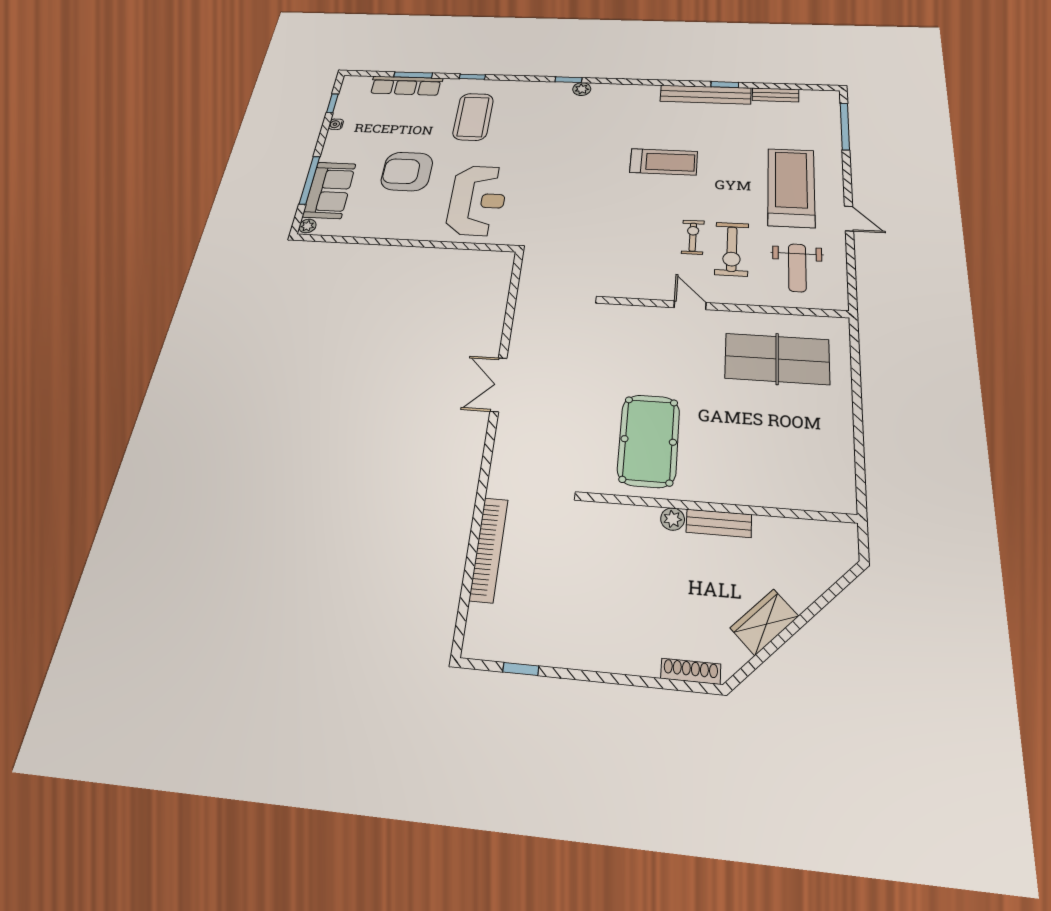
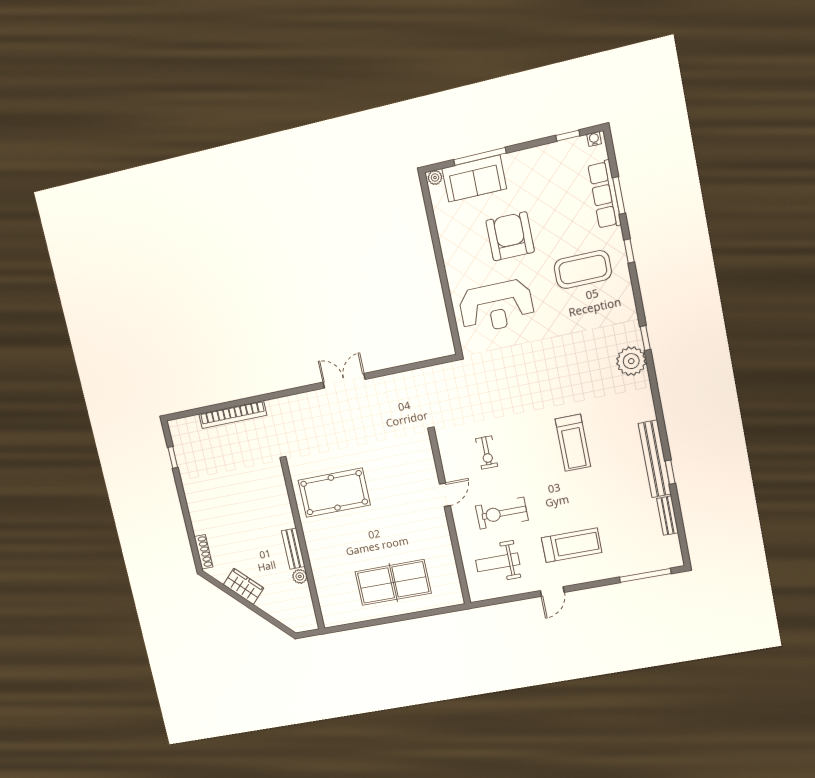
plant: (582, 89) -> (631, 361), width x1.87, depth x1.87
water cooler: (336, 124) -> (594, 139), moved
treadmill: (791, 187) -> (572, 545), width x0.73, depth x0.73
exercise bike: (693, 237) -> (487, 452), moved, turned 90
table tennis table: (777, 359) -> (393, 582), moved, turned 90
plant: (673, 519) -> (300, 576), moved

